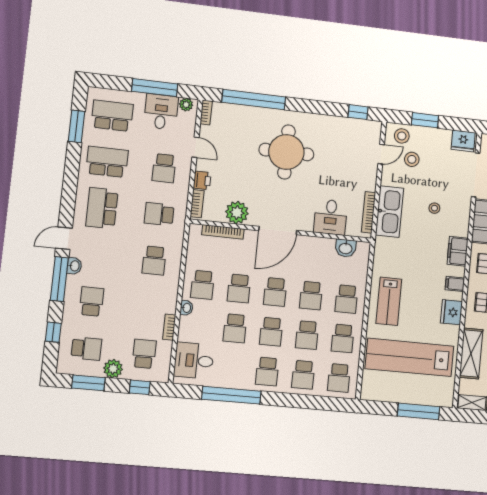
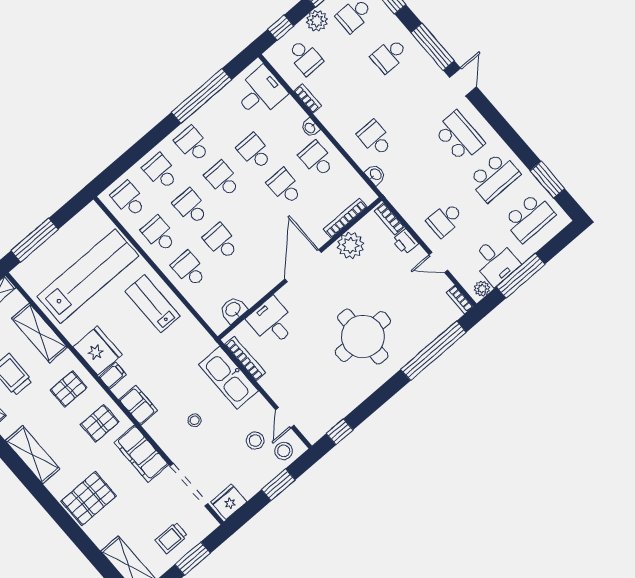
school desk: (164, 168) -> (445, 219), turned -90
school desk: (159, 214) -> (410, 179), removed
washbasin: (74, 266) -> (375, 175), moved, turned 180
school desk: (275, 292) -> (253, 214), removed
school desk: (92, 301) -> (389, 55), turned 90
fridge: (451, 312) -> (98, 351), width x1.36, depth x1.34

